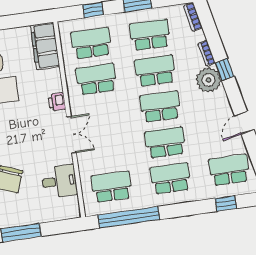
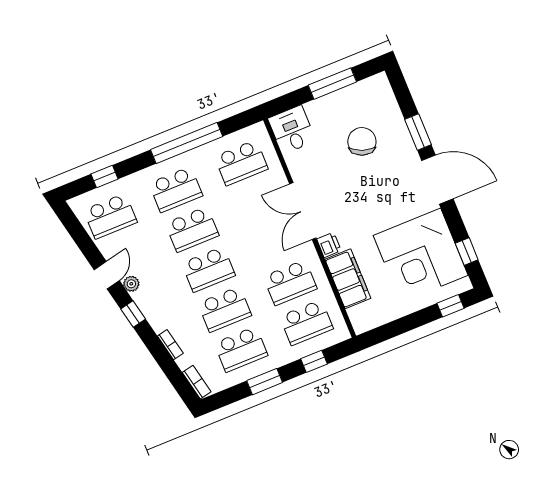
filing cabinet: (45, 46) -> (348, 279), moved
window: (225, 70) -> (133, 314), moved
plant: (209, 80) -> (131, 284), moved, width x0.53, depth x0.53
double door: (71, 135) -> (303, 211), width x1.37
desk: (59, 181) -> (292, 130), moved, turned 90
window: (129, 217) -> (187, 143), moved

